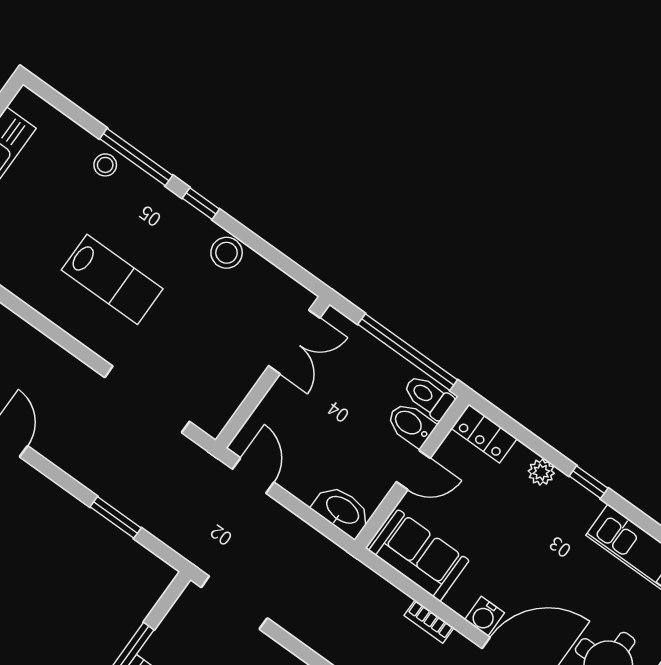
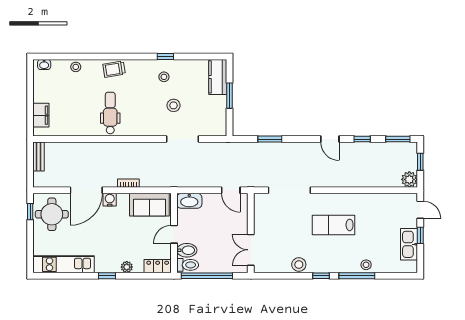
doorway: (234, 603) -> (182, 139), moved

